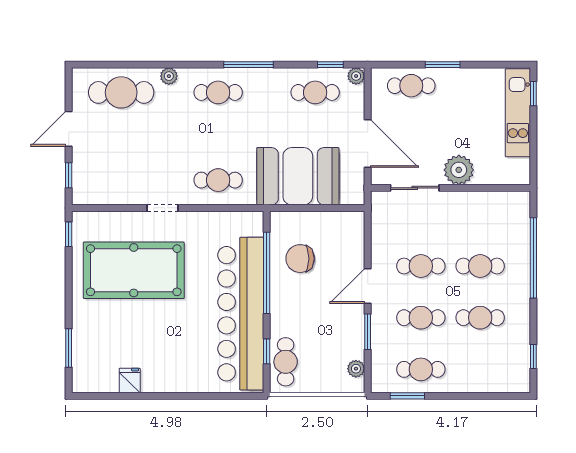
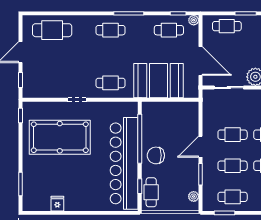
plant: (169, 76) -> (81, 20), removed
chair: (300, 259) -> (156, 155), moved

